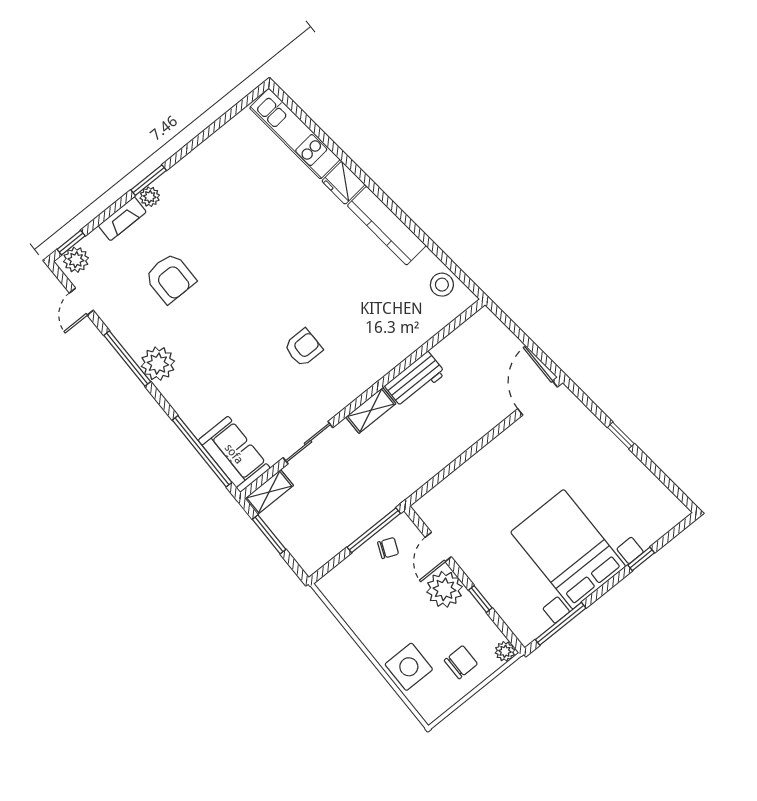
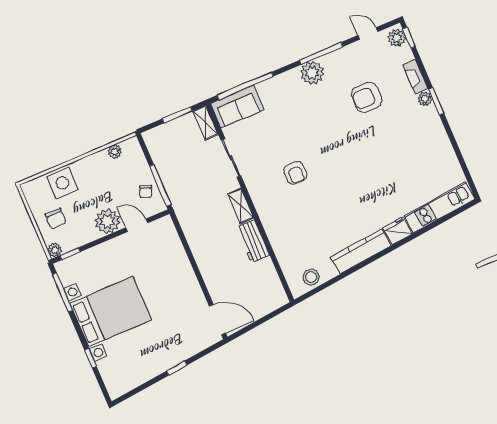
window: (480, 599) -> (70, 254), moved
plant: (345, 607) -> (115, 152), added

